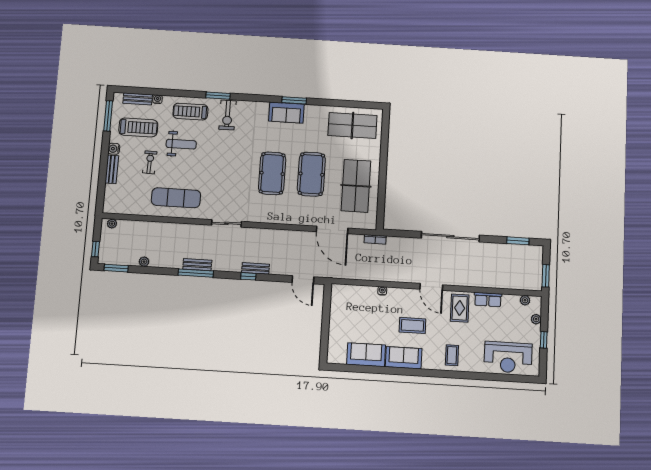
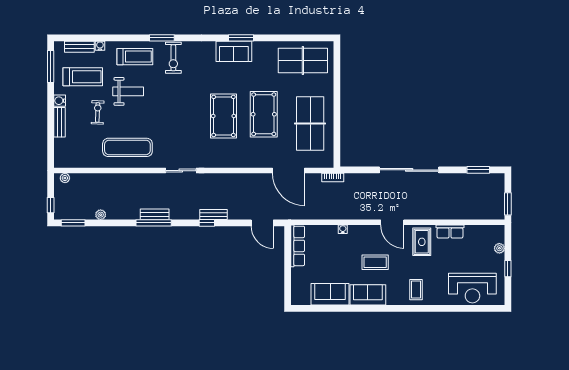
treadmill: (190, 112) -> (135, 57), turned 180
plant: (525, 300) -> (488, 230), removed
row of seats: (337, 304) -> (298, 246), added

